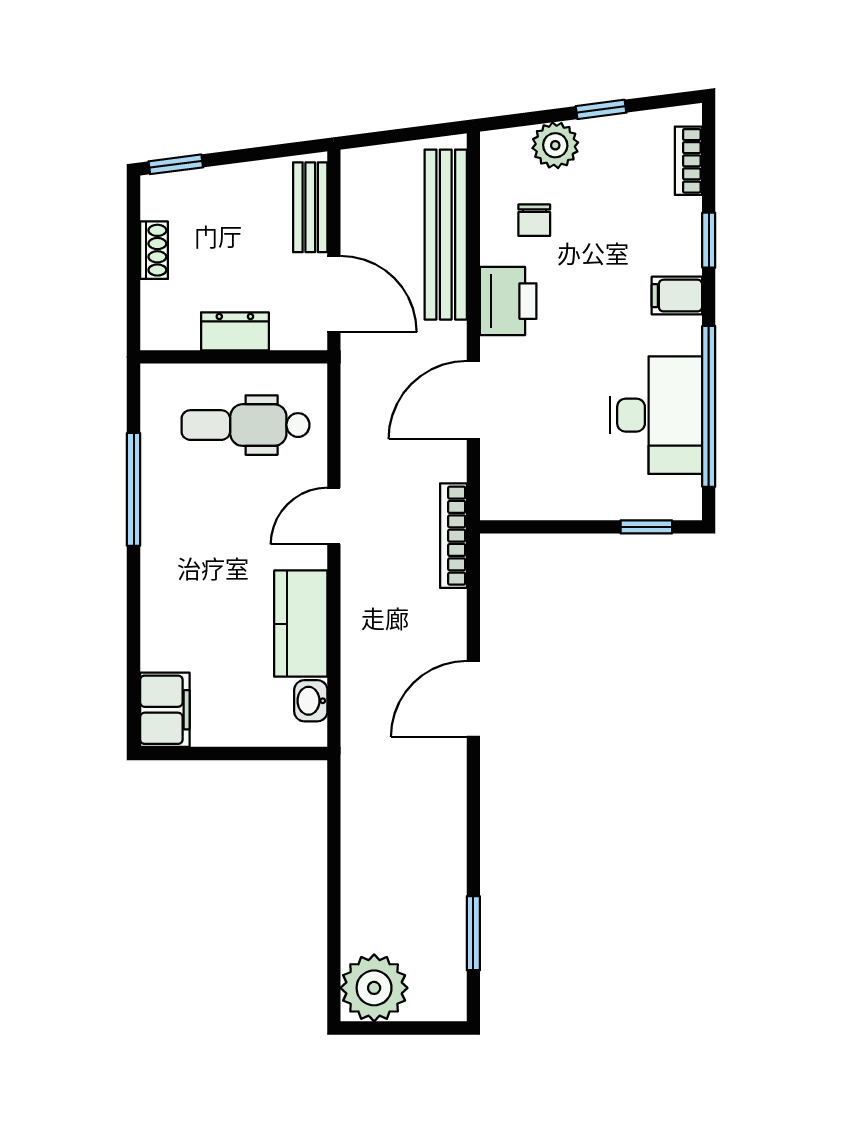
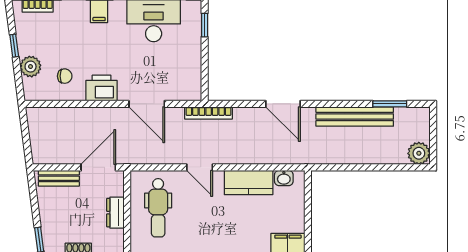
bench: (446, 235) -> (355, 116), moved
plant: (374, 988) -> (419, 153), width x0.73, depth x0.73

